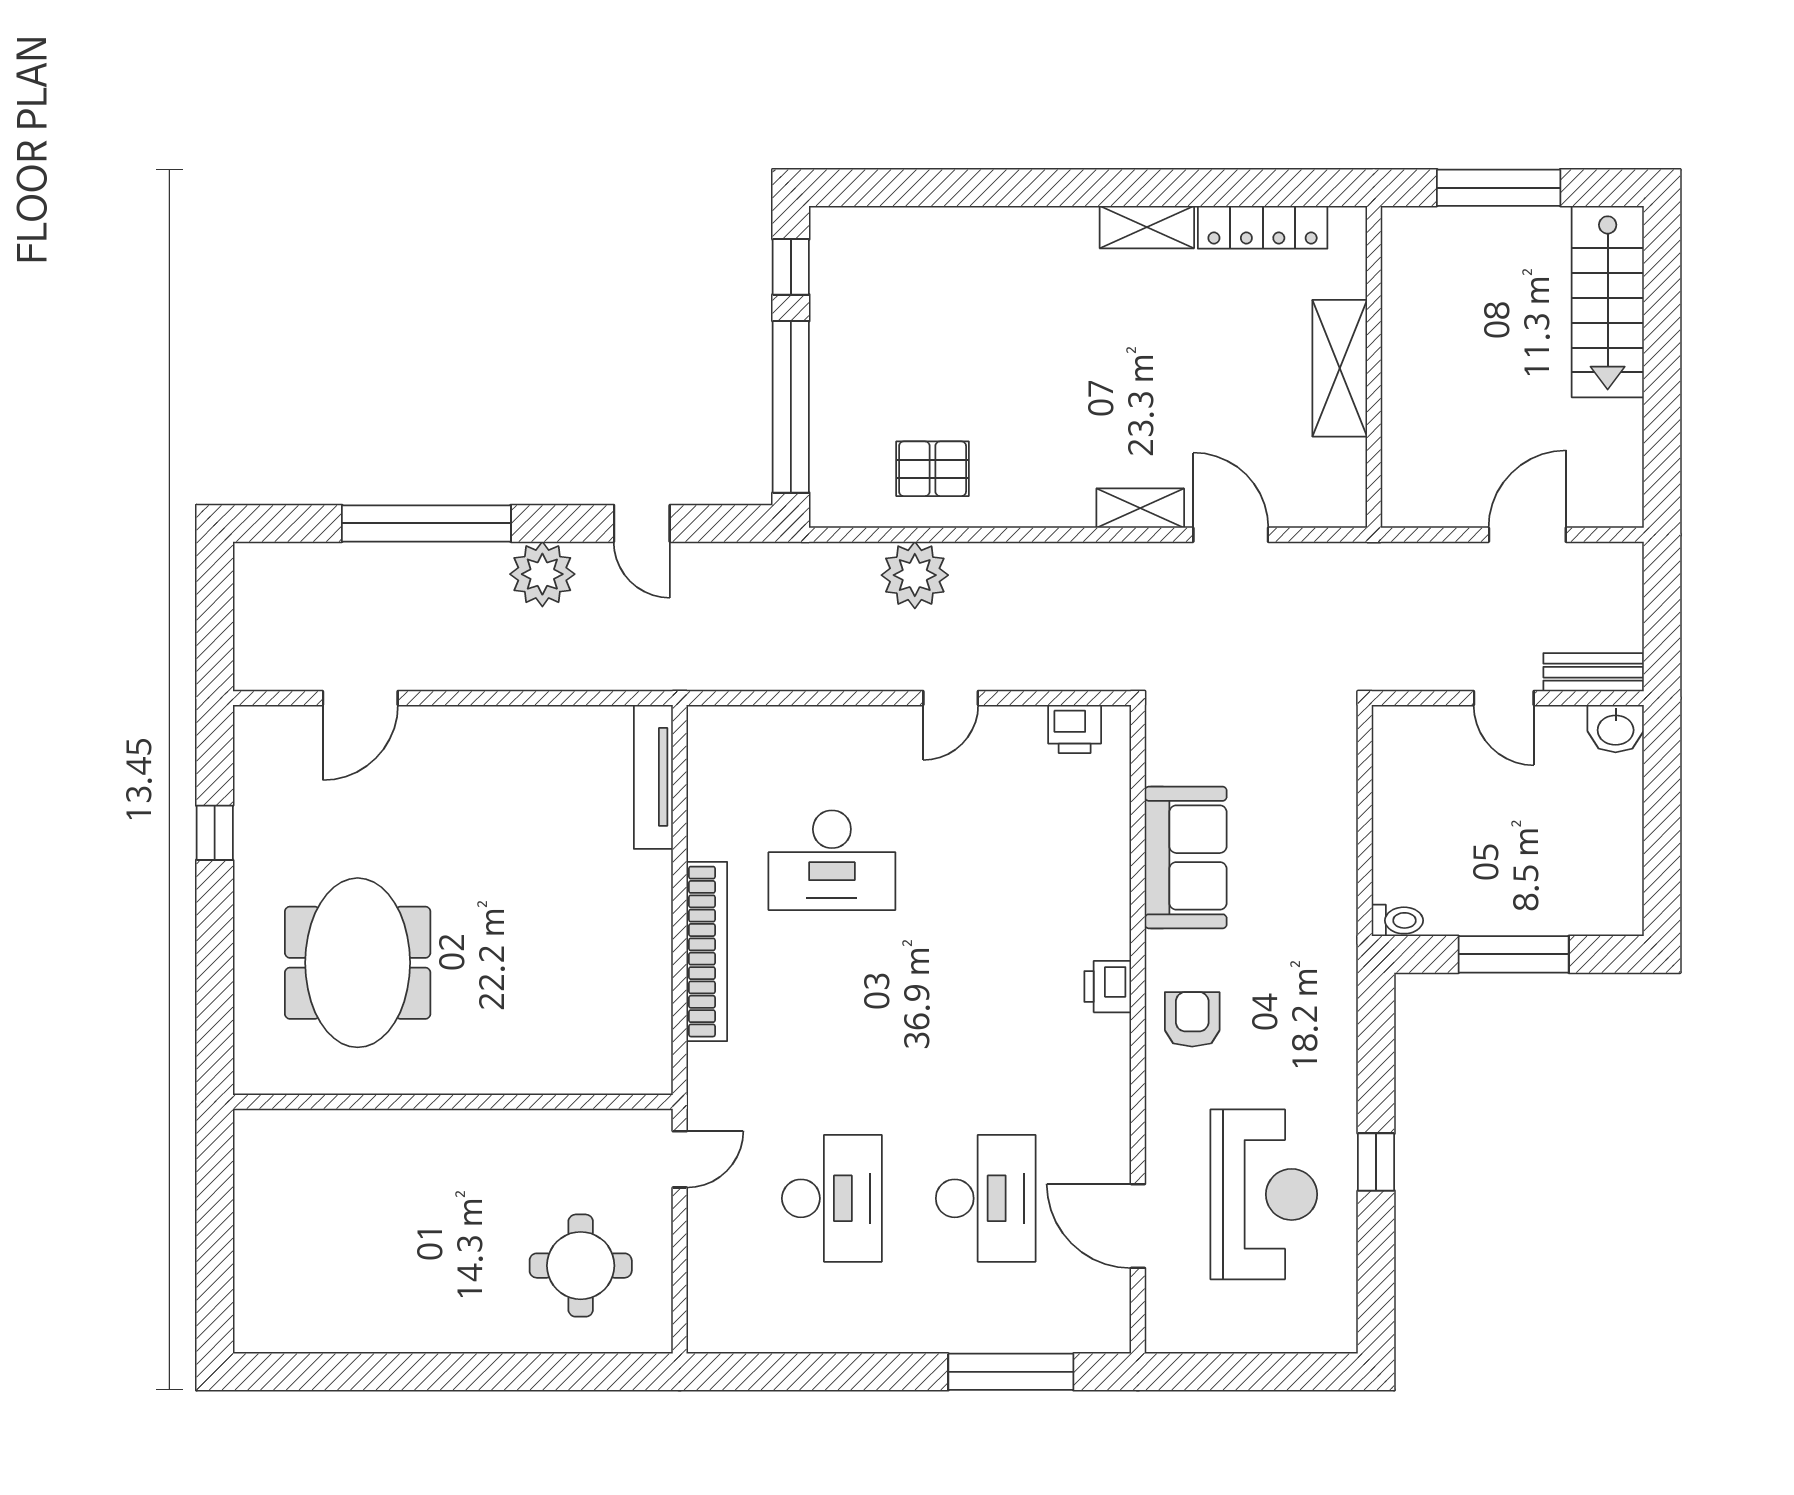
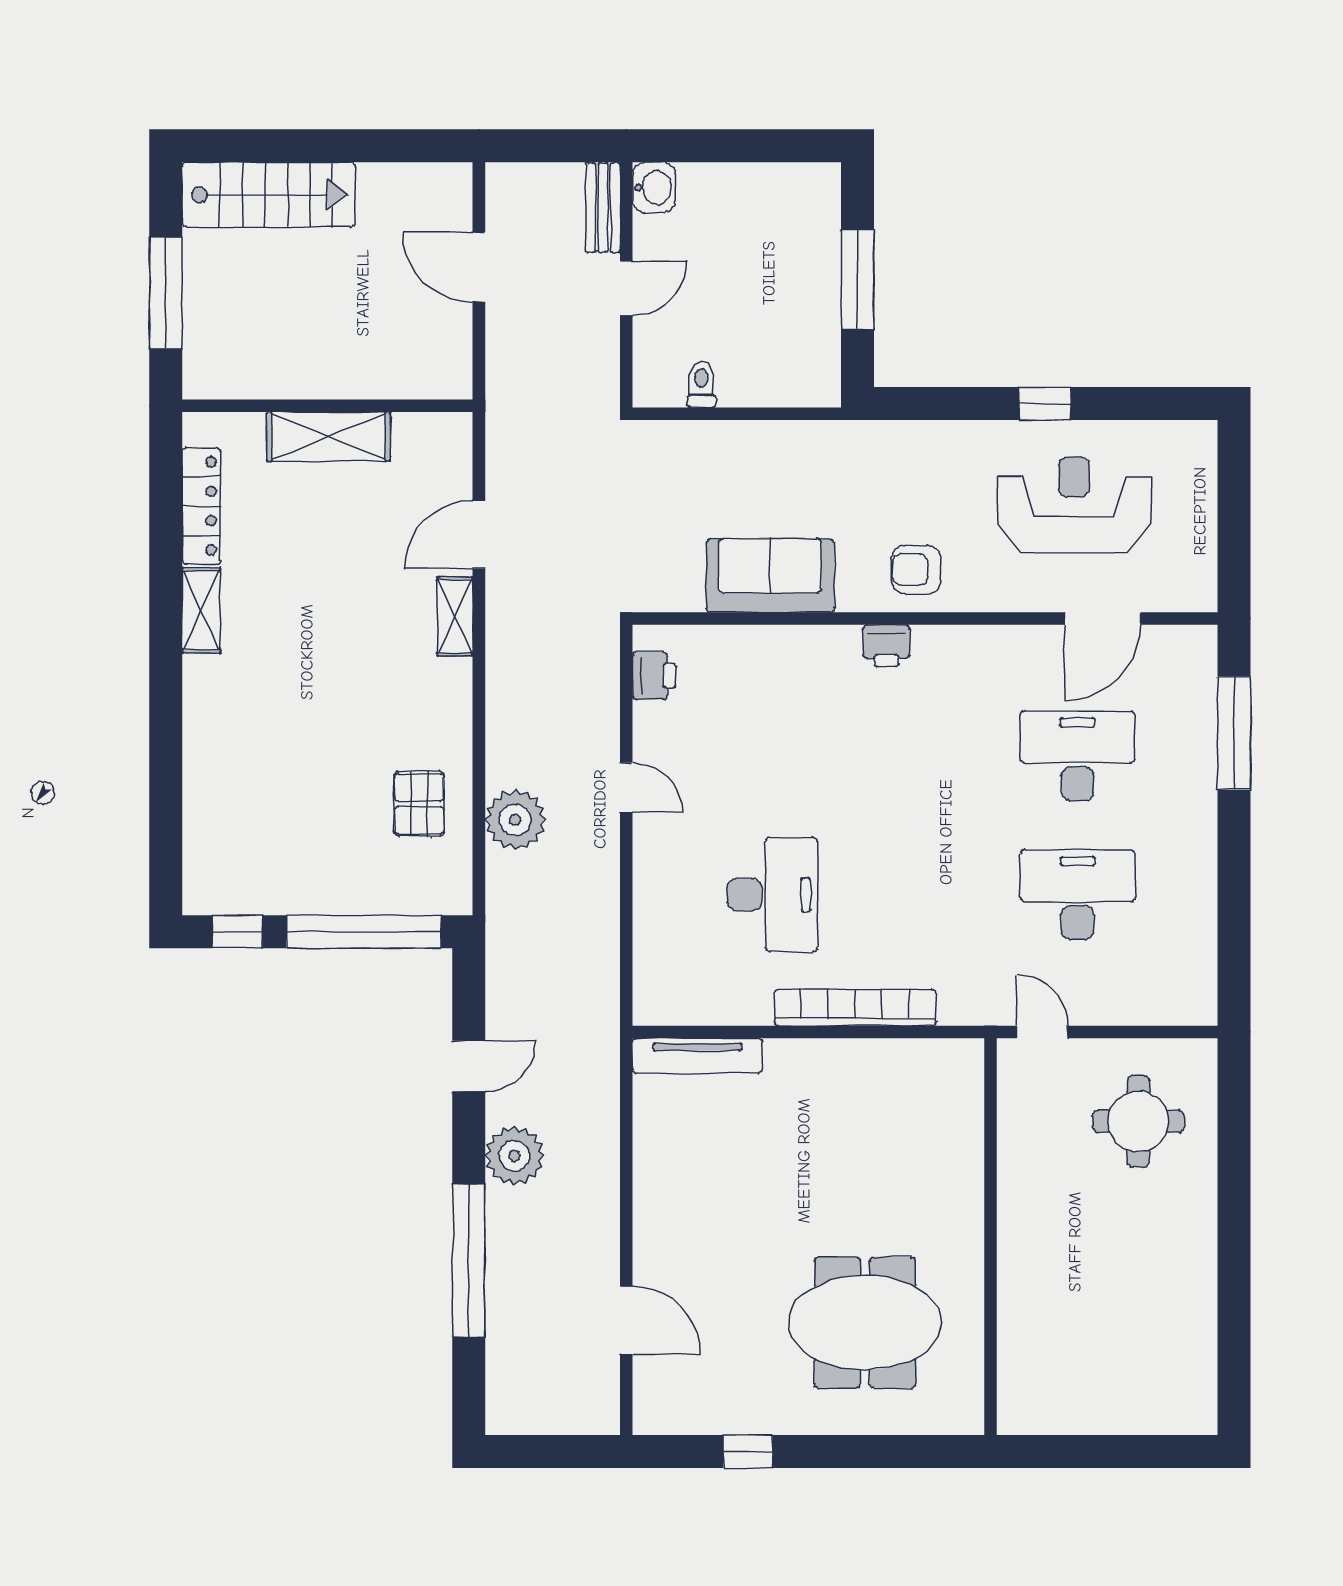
toilet: (1397, 920) -> (702, 384), moved

